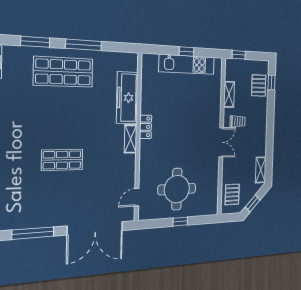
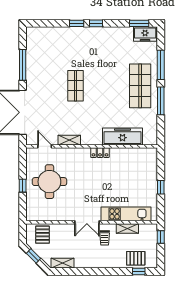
window: (35, 42) -> (161, 65), width x1.44
kitchen unit: (187, 64) -> (126, 214), moved, turned 90
shelving: (131, 139) -> (69, 140), moved
pallet: (232, 194) -> (42, 235), turned 90

